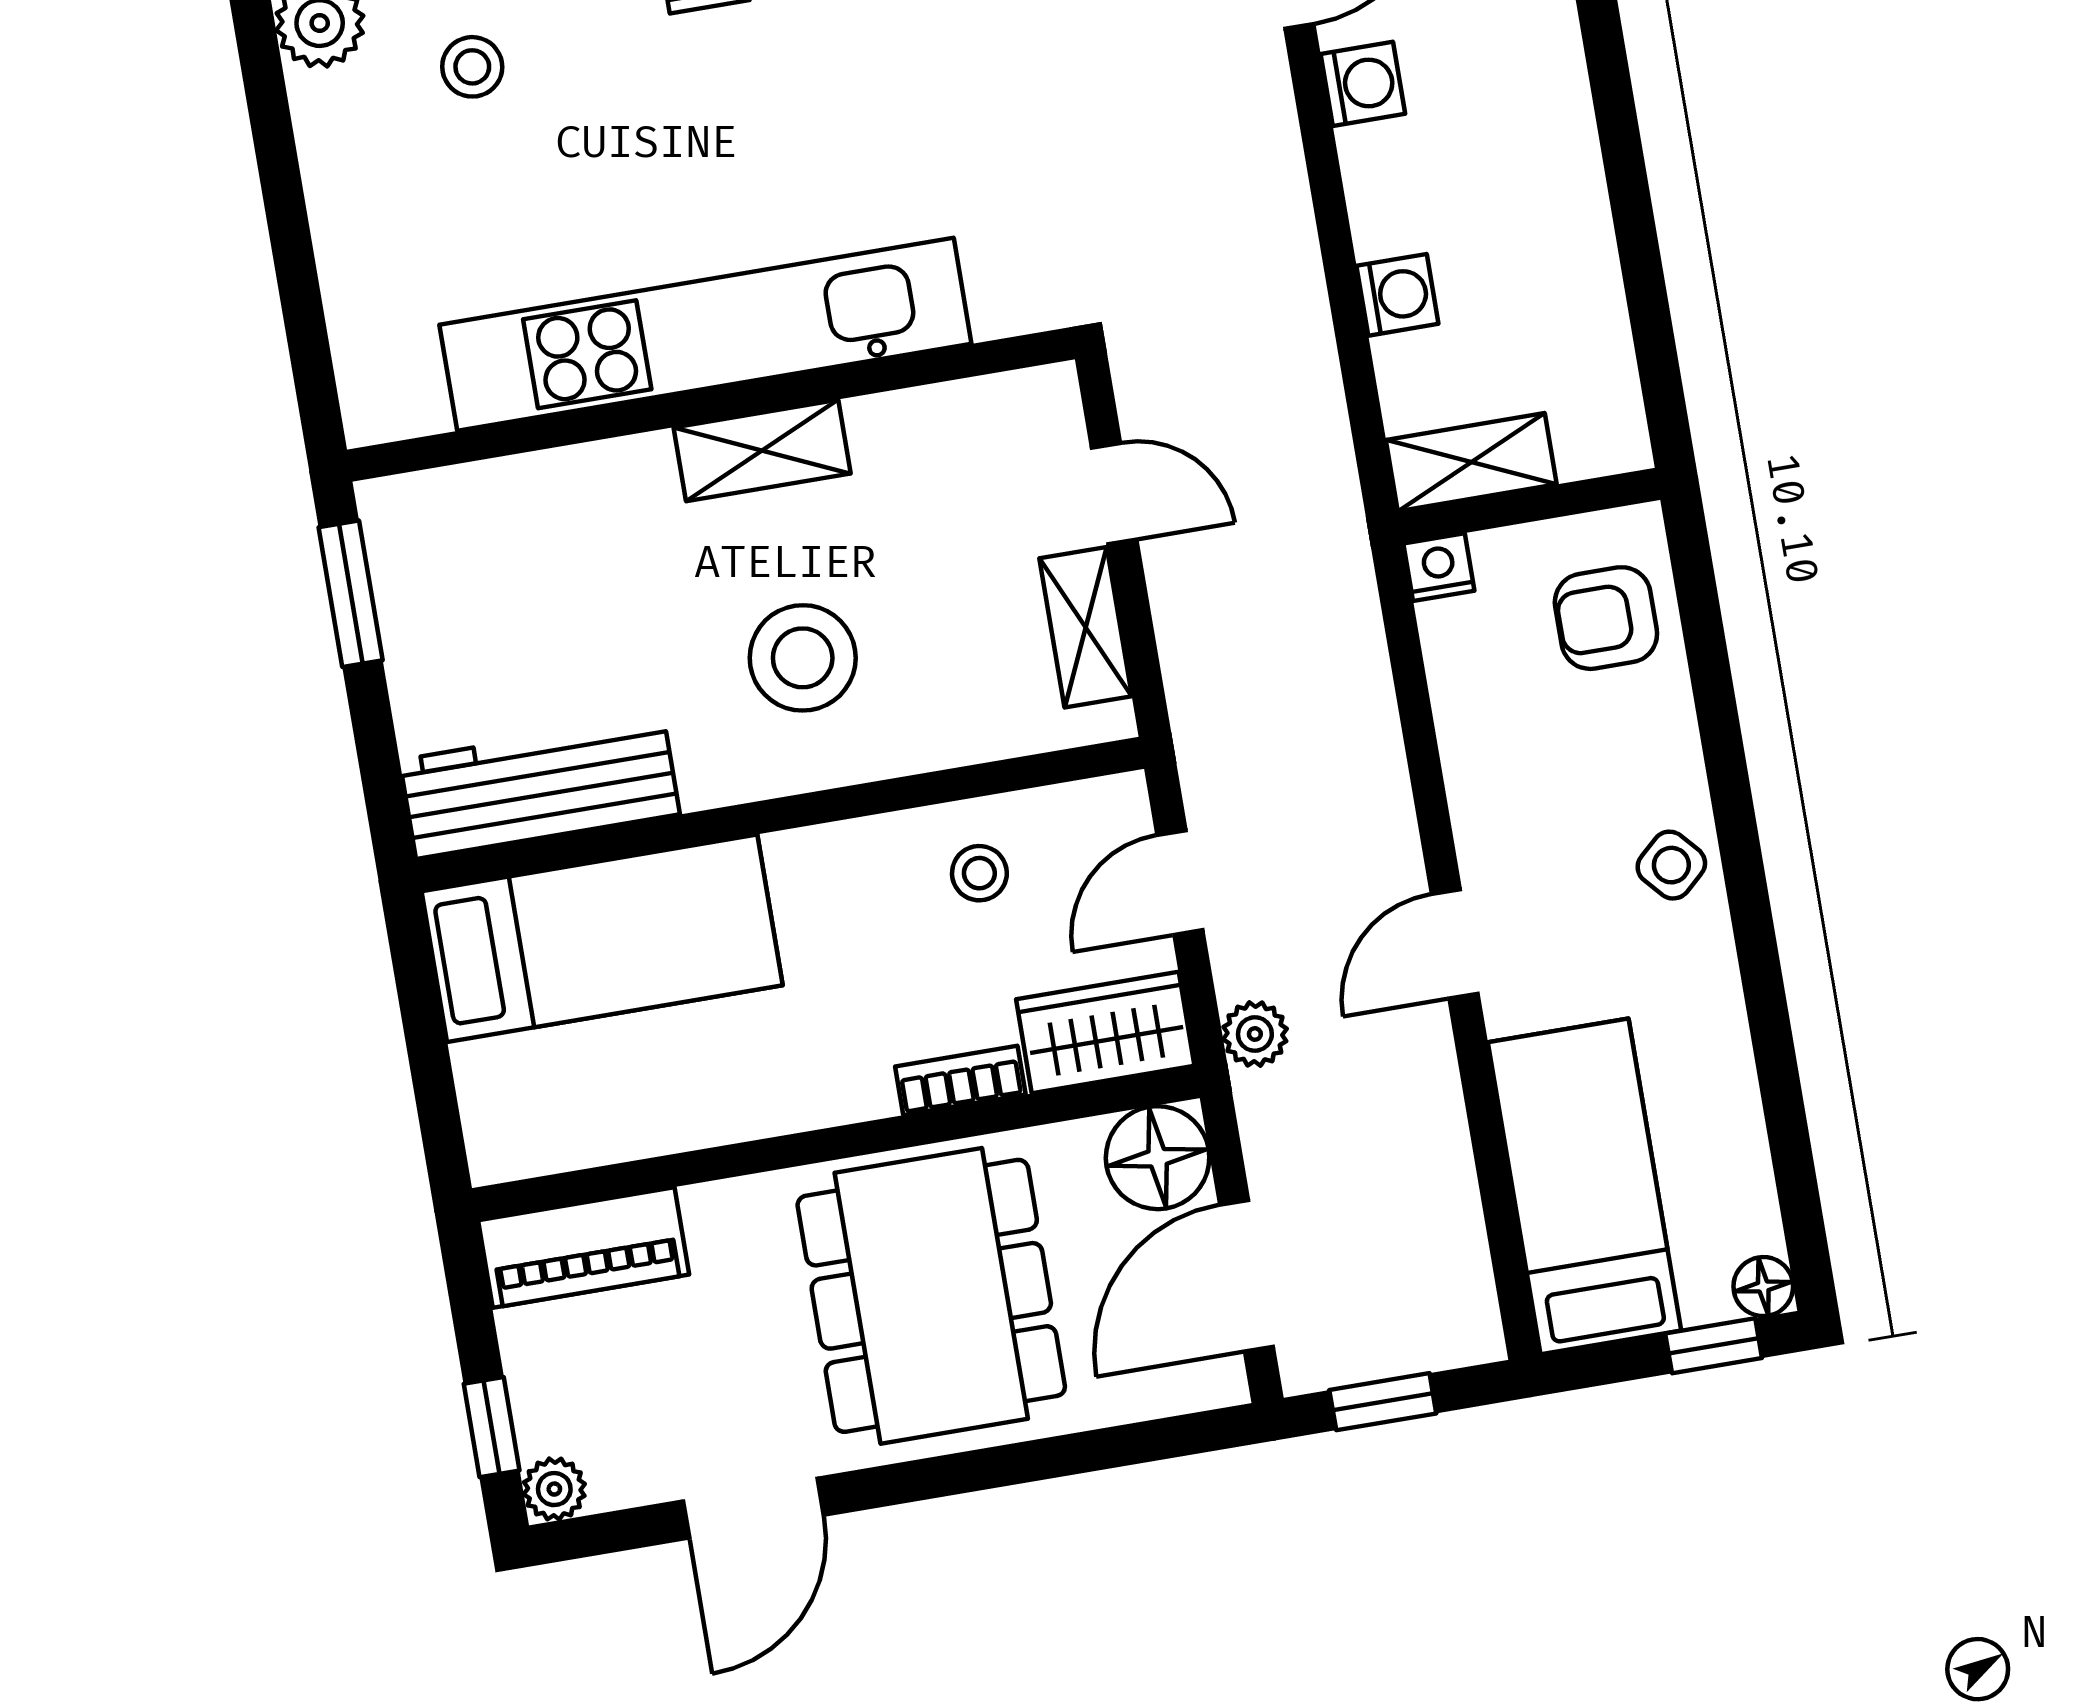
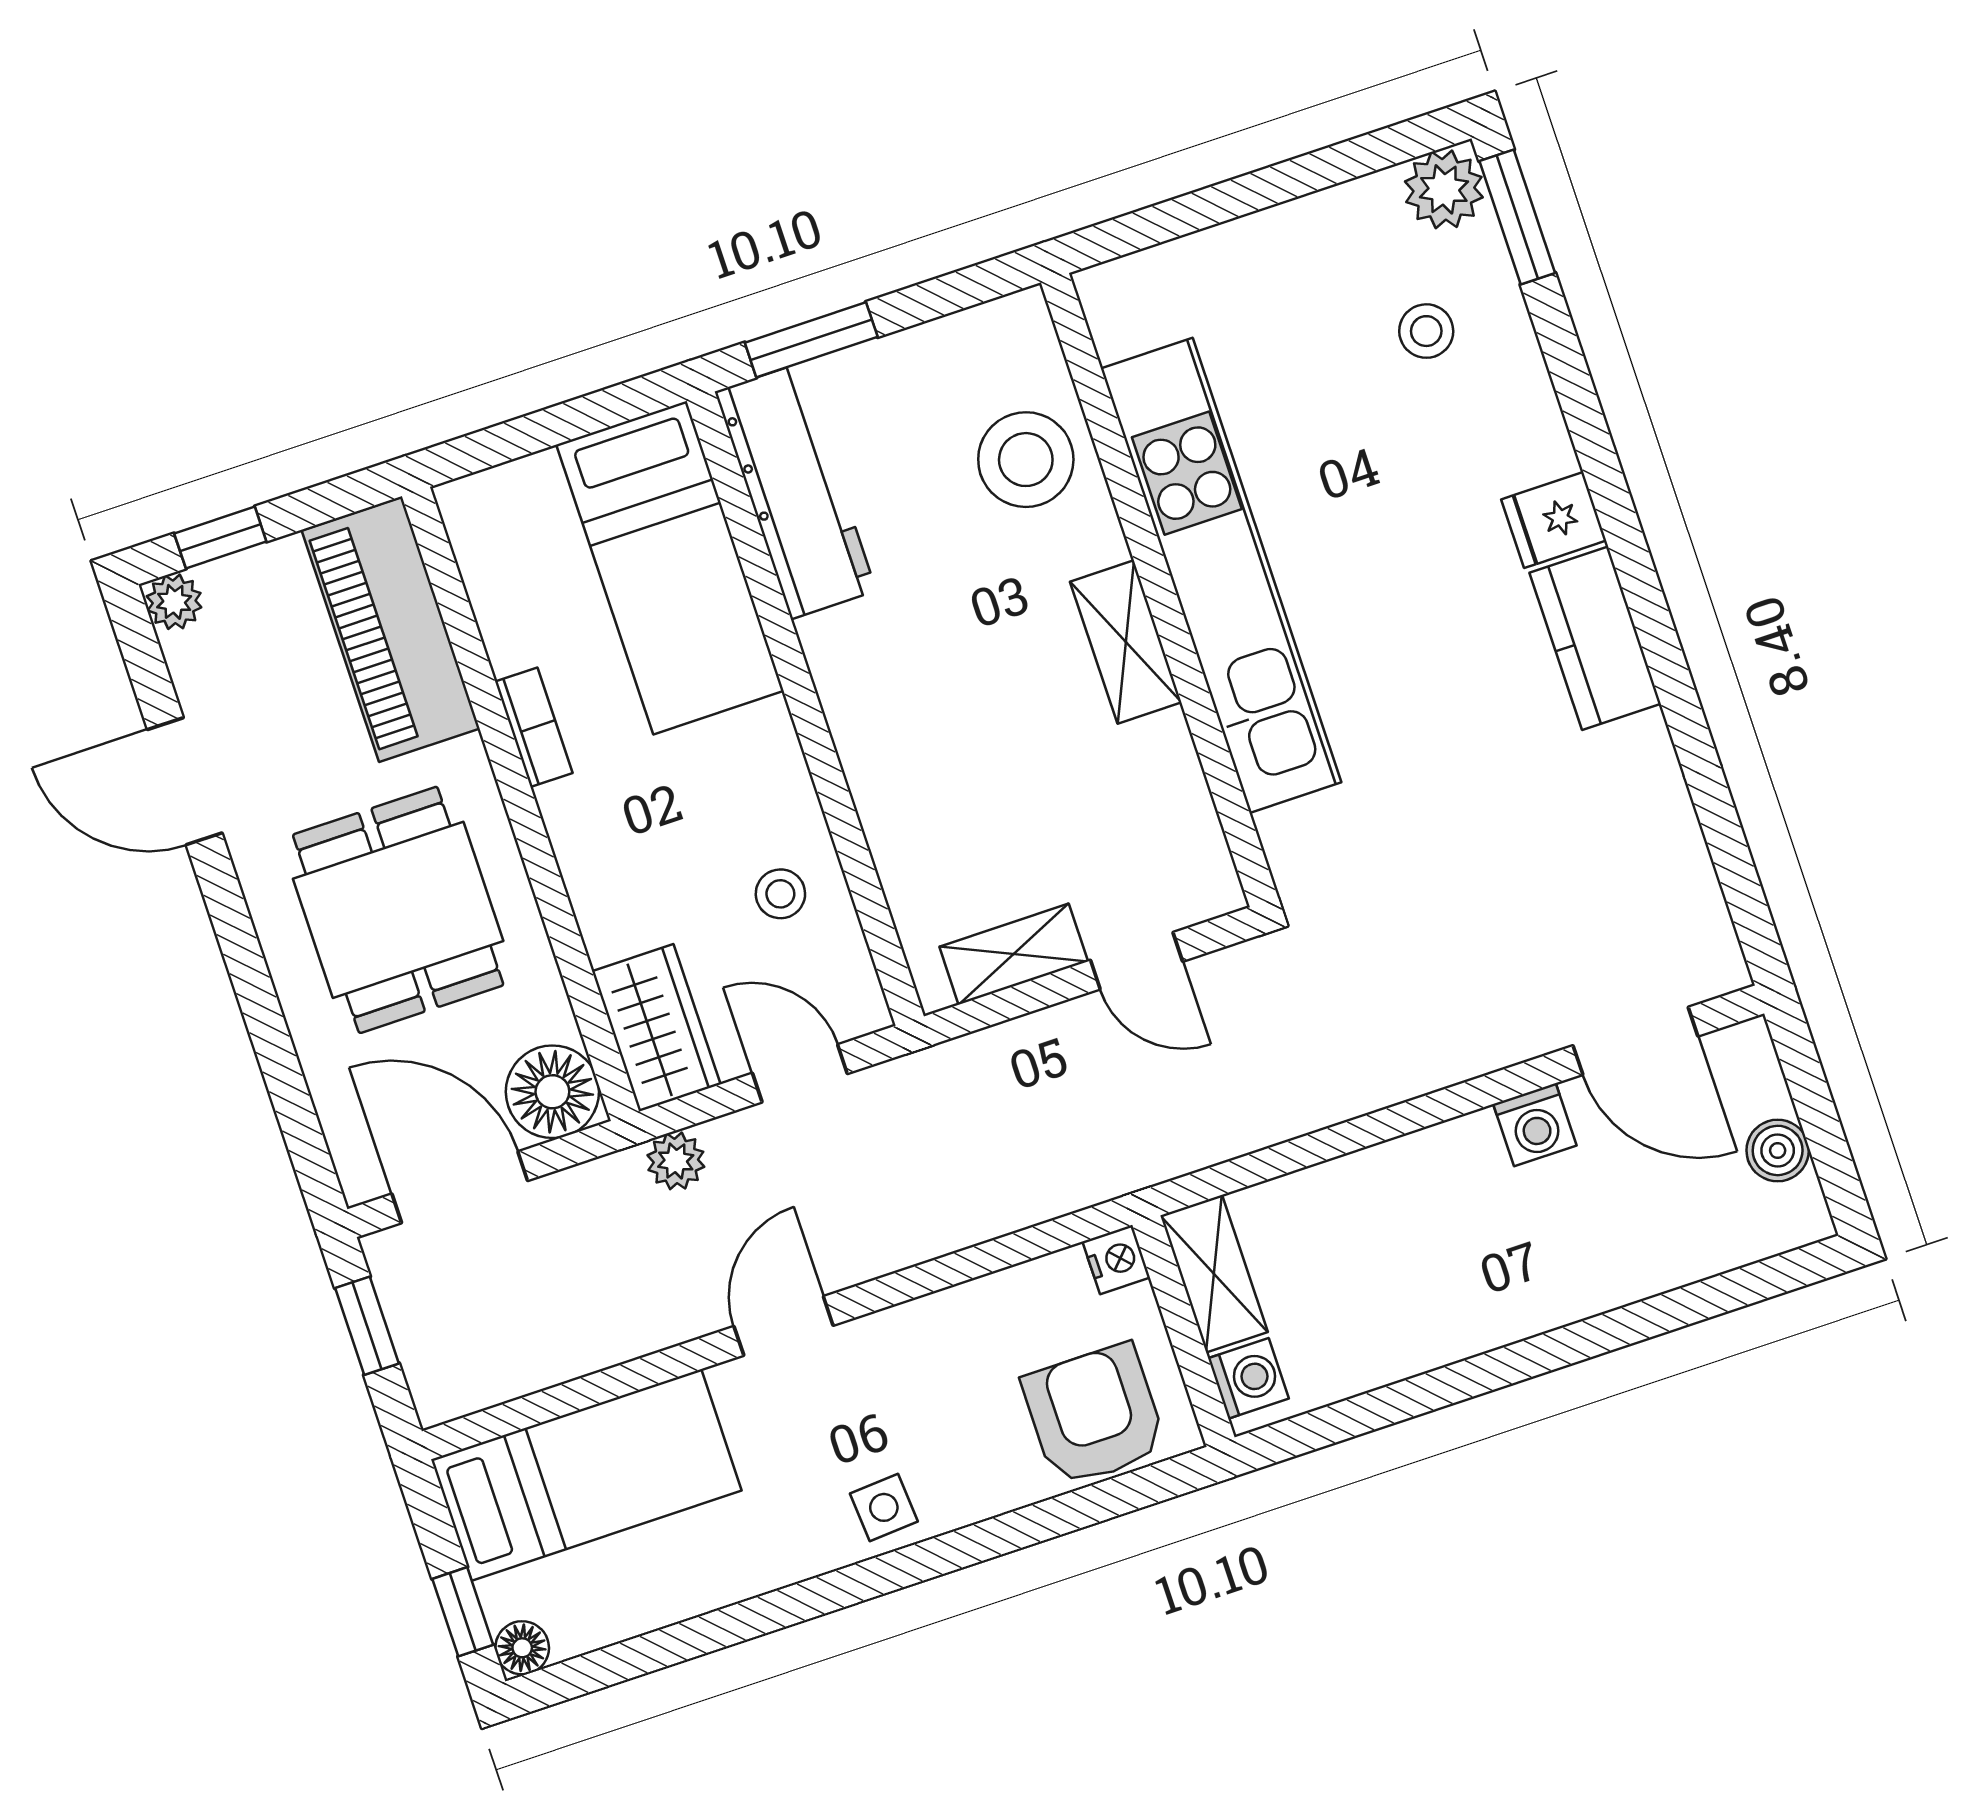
washing machine: (1397, 295) -> (1248, 1378), moved, turned -90
door: (1114, 493) -> (1136, 961), hinge flipped
window: (351, 594) -> (811, 340), moved
armchair: (1606, 618) -> (1094, 1415), width x1.38, depth x1.38
stool: (803, 658) -> (1026, 460), moved
side table: (1671, 865) -> (884, 1507), turned 38
door: (1455, 944) -> (784, 1326), hinge flipped
bookcase: (960, 1080) -> (534, 727), moved
piano: (584, 1247) -> (391, 629), width x1.37, depth x1.33
dining table: (931, 1296) -> (398, 910), width x0.73

